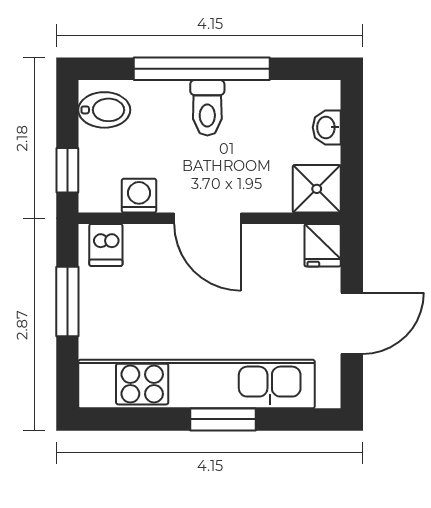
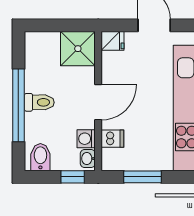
washbasin: (327, 127) -> (88, 159), moved, turned 90
shower: (317, 189) -> (78, 49), width x1.36, depth x1.36
dishwasher: (106, 245) -> (112, 139), moved

